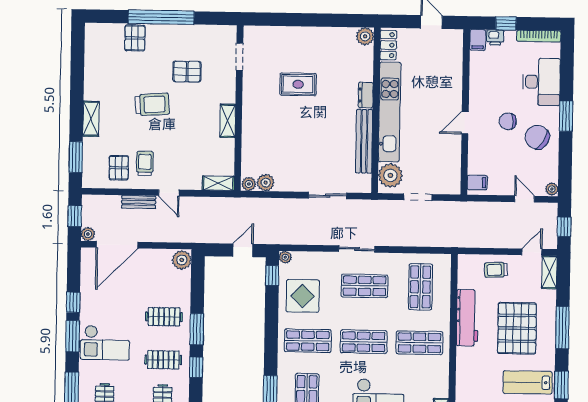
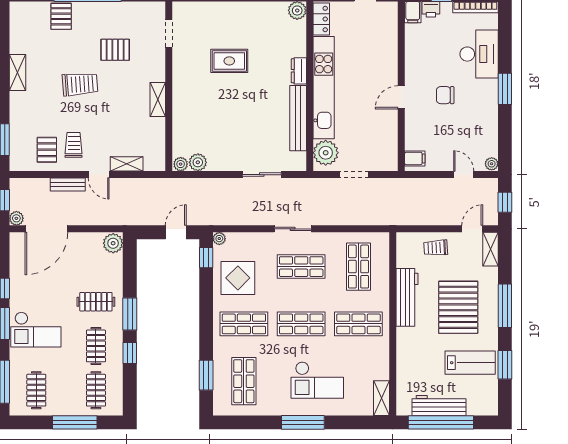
shelving: (91, 119) -> (17, 73), moved
chair: (537, 137) -> (476, 111), removed
shelving: (218, 183) -> (127, 164), moved
clothes rail: (163, 360) -> (96, 346), turned 90
lab bench: (528, 382) -> (470, 363), turned 180

